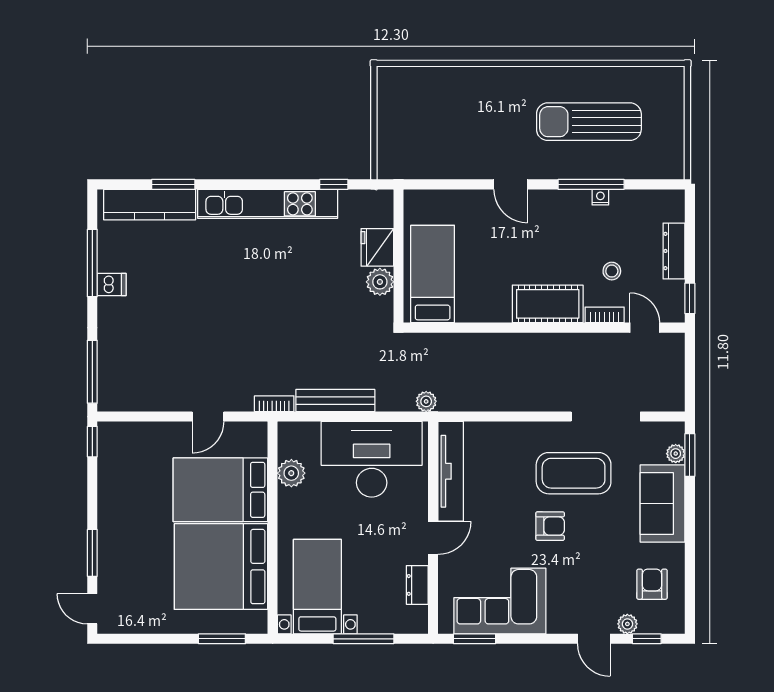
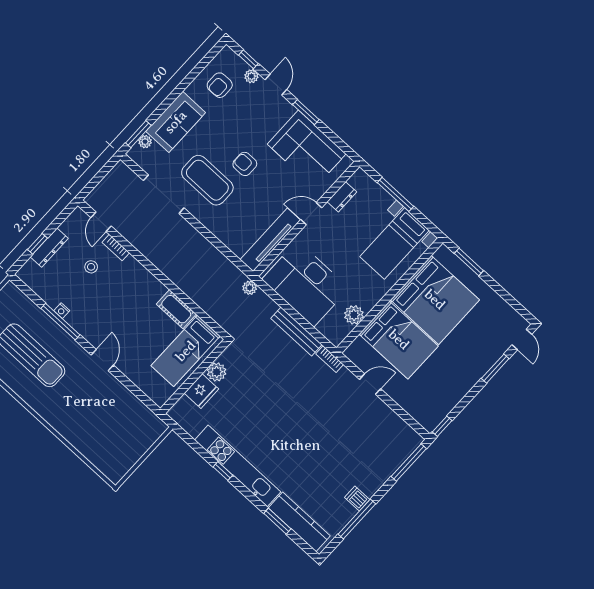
window: (334, 184) -> (223, 471), moved
window: (690, 298) -> (37, 244), moved
cot: (548, 304) -> (176, 309), moved, width x0.73, depth x0.75
window: (475, 639) -> (306, 112), moved

